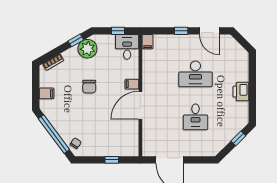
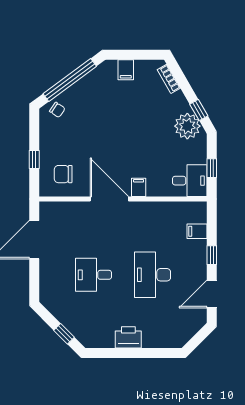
filing cabinet: (148, 42) -> (197, 231), moved
chair: (89, 87) -> (63, 174), moved

